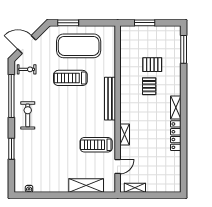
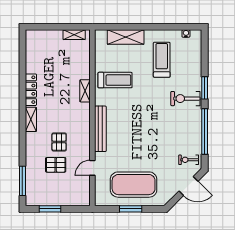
window: (68, 23) -> (131, 209), moved
window: (145, 23) -> (50, 209), moved
treadmill: (70, 78) -> (162, 60), moved, turned -90
exercise bike: (28, 115) -> (185, 99), moved, turned 90
window: (11, 149) -> (205, 88), moved
door: (118, 167) -> (92, 168), moved

